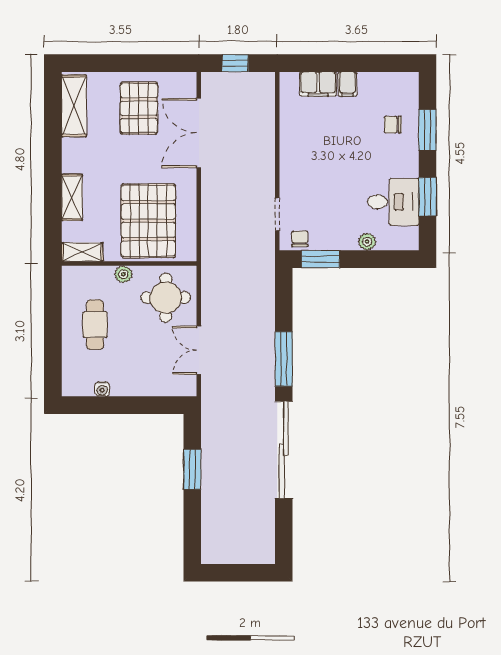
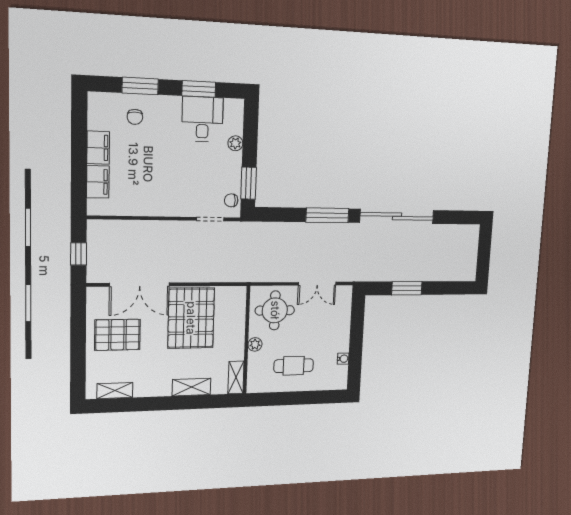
filing cabinet: (347, 84) -> (98, 148), width x2.00
shelving: (74, 106) -> (115, 391), width x0.67, depth x0.75
pallet: (148, 221) -> (191, 318), moved, turned 90

